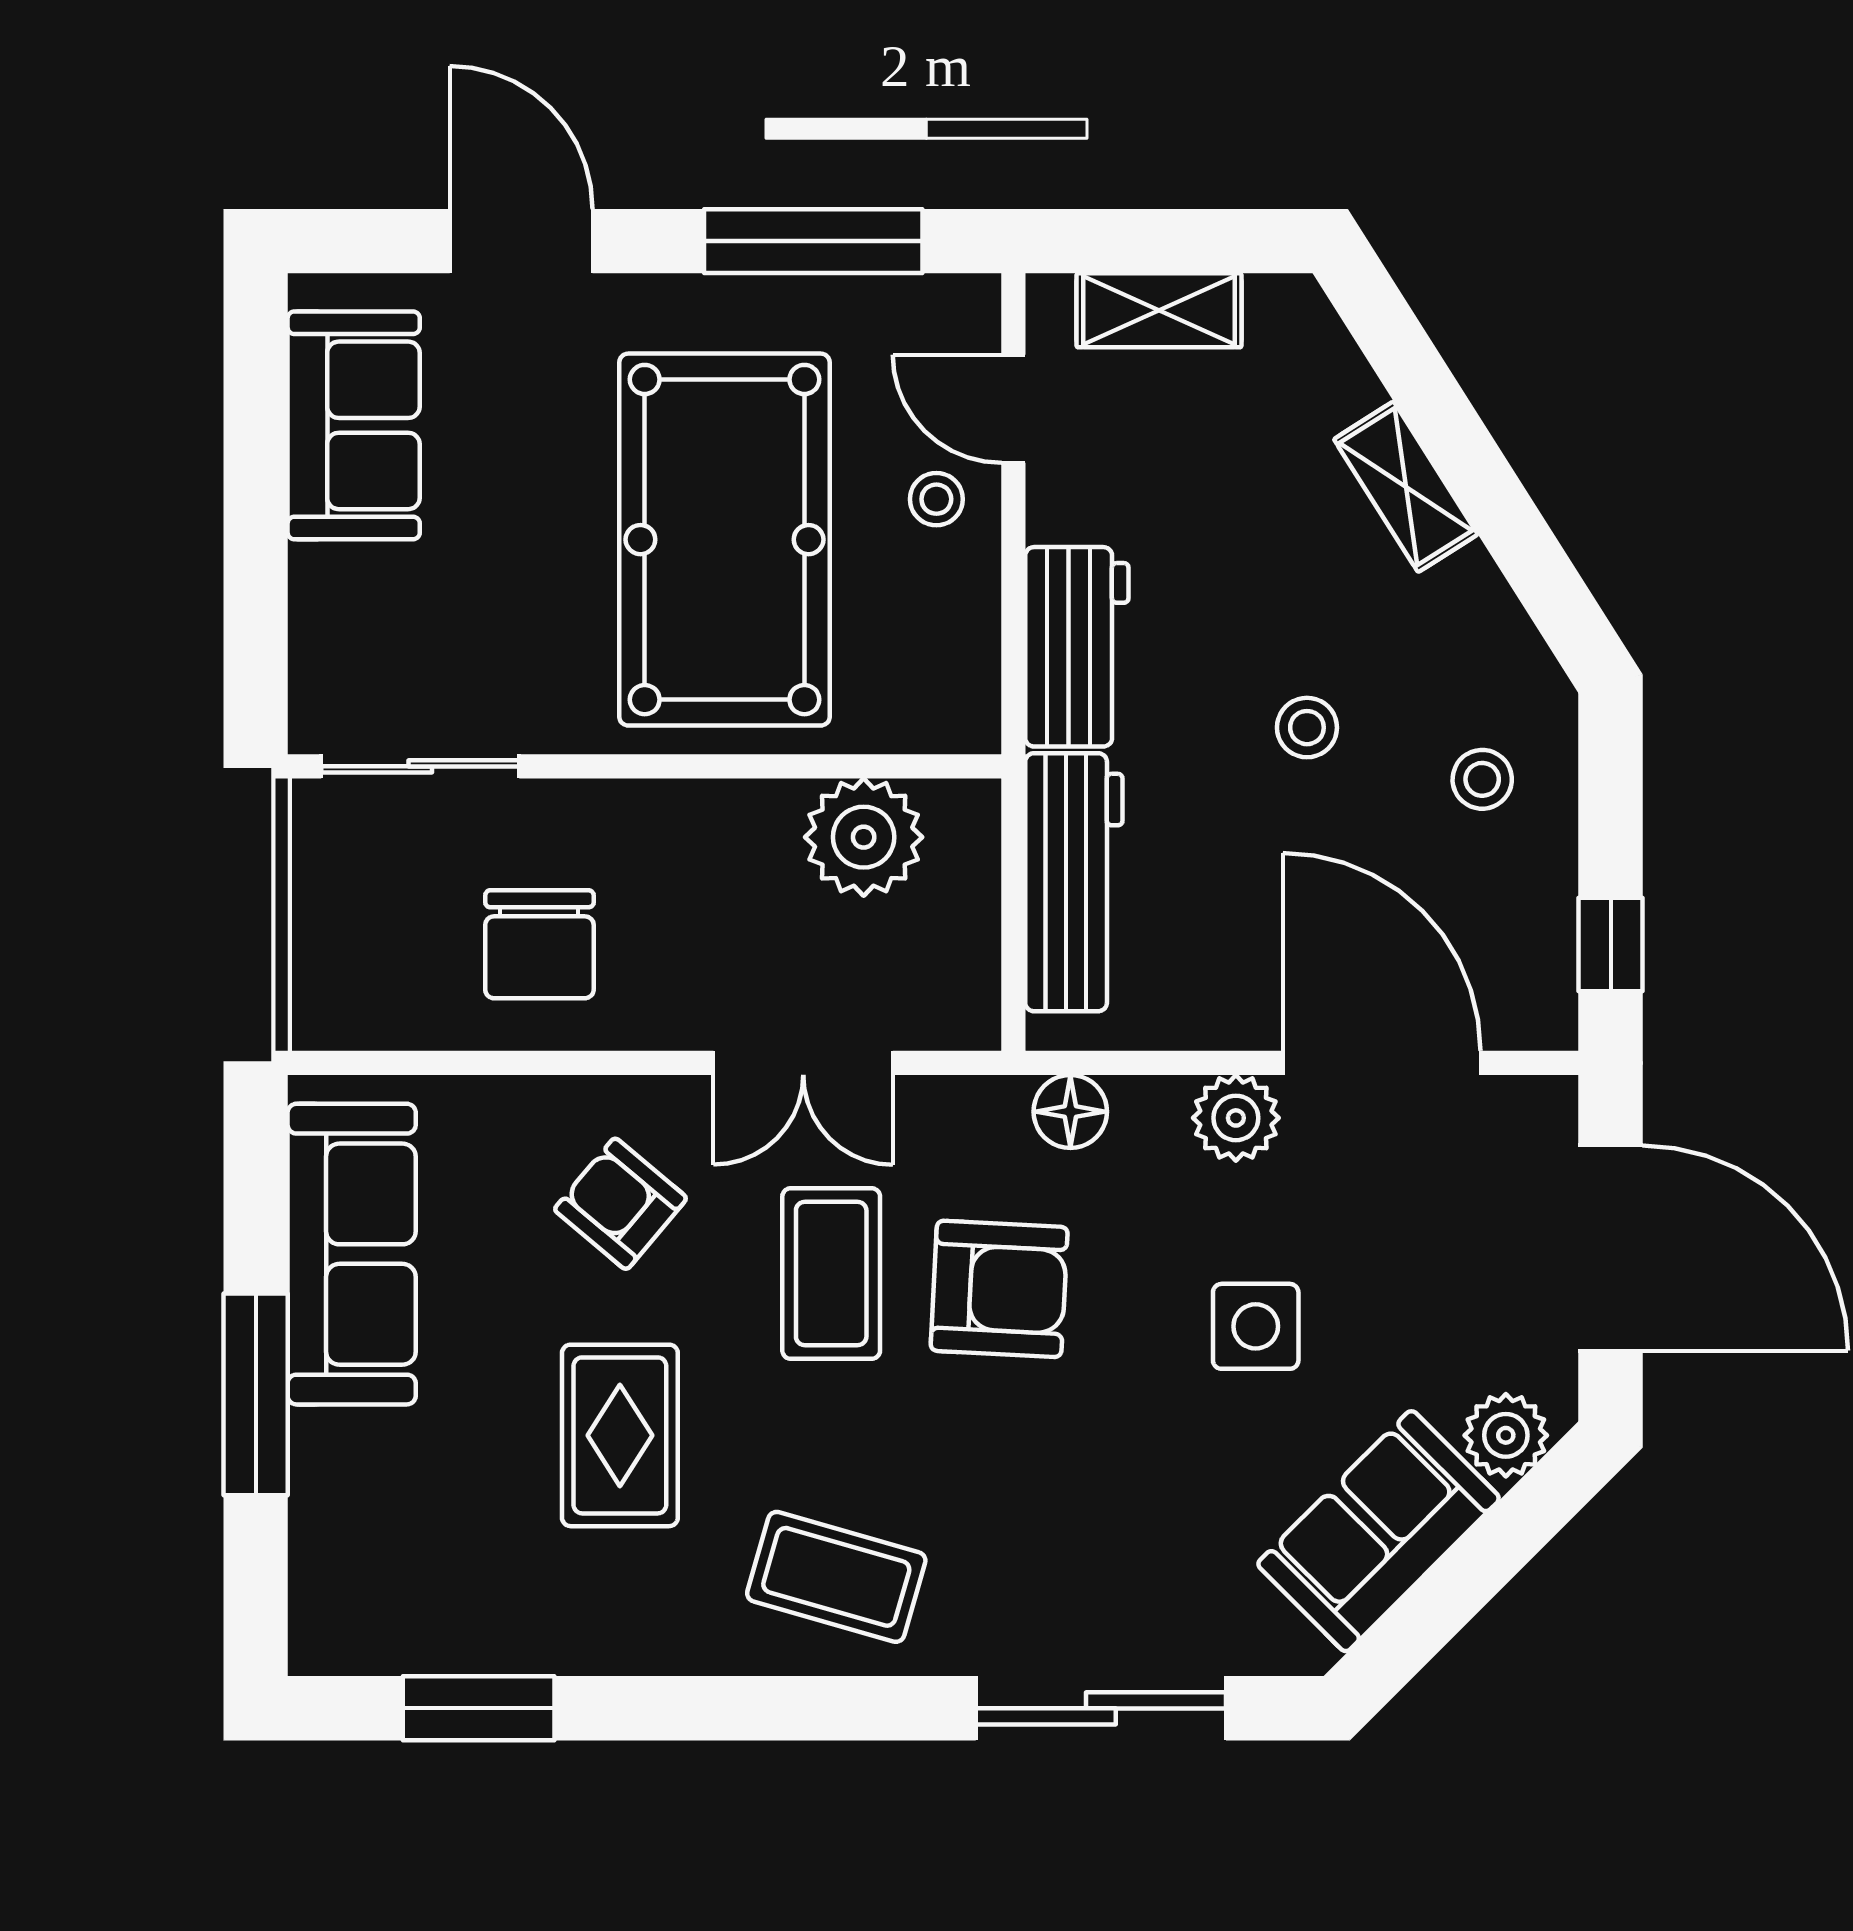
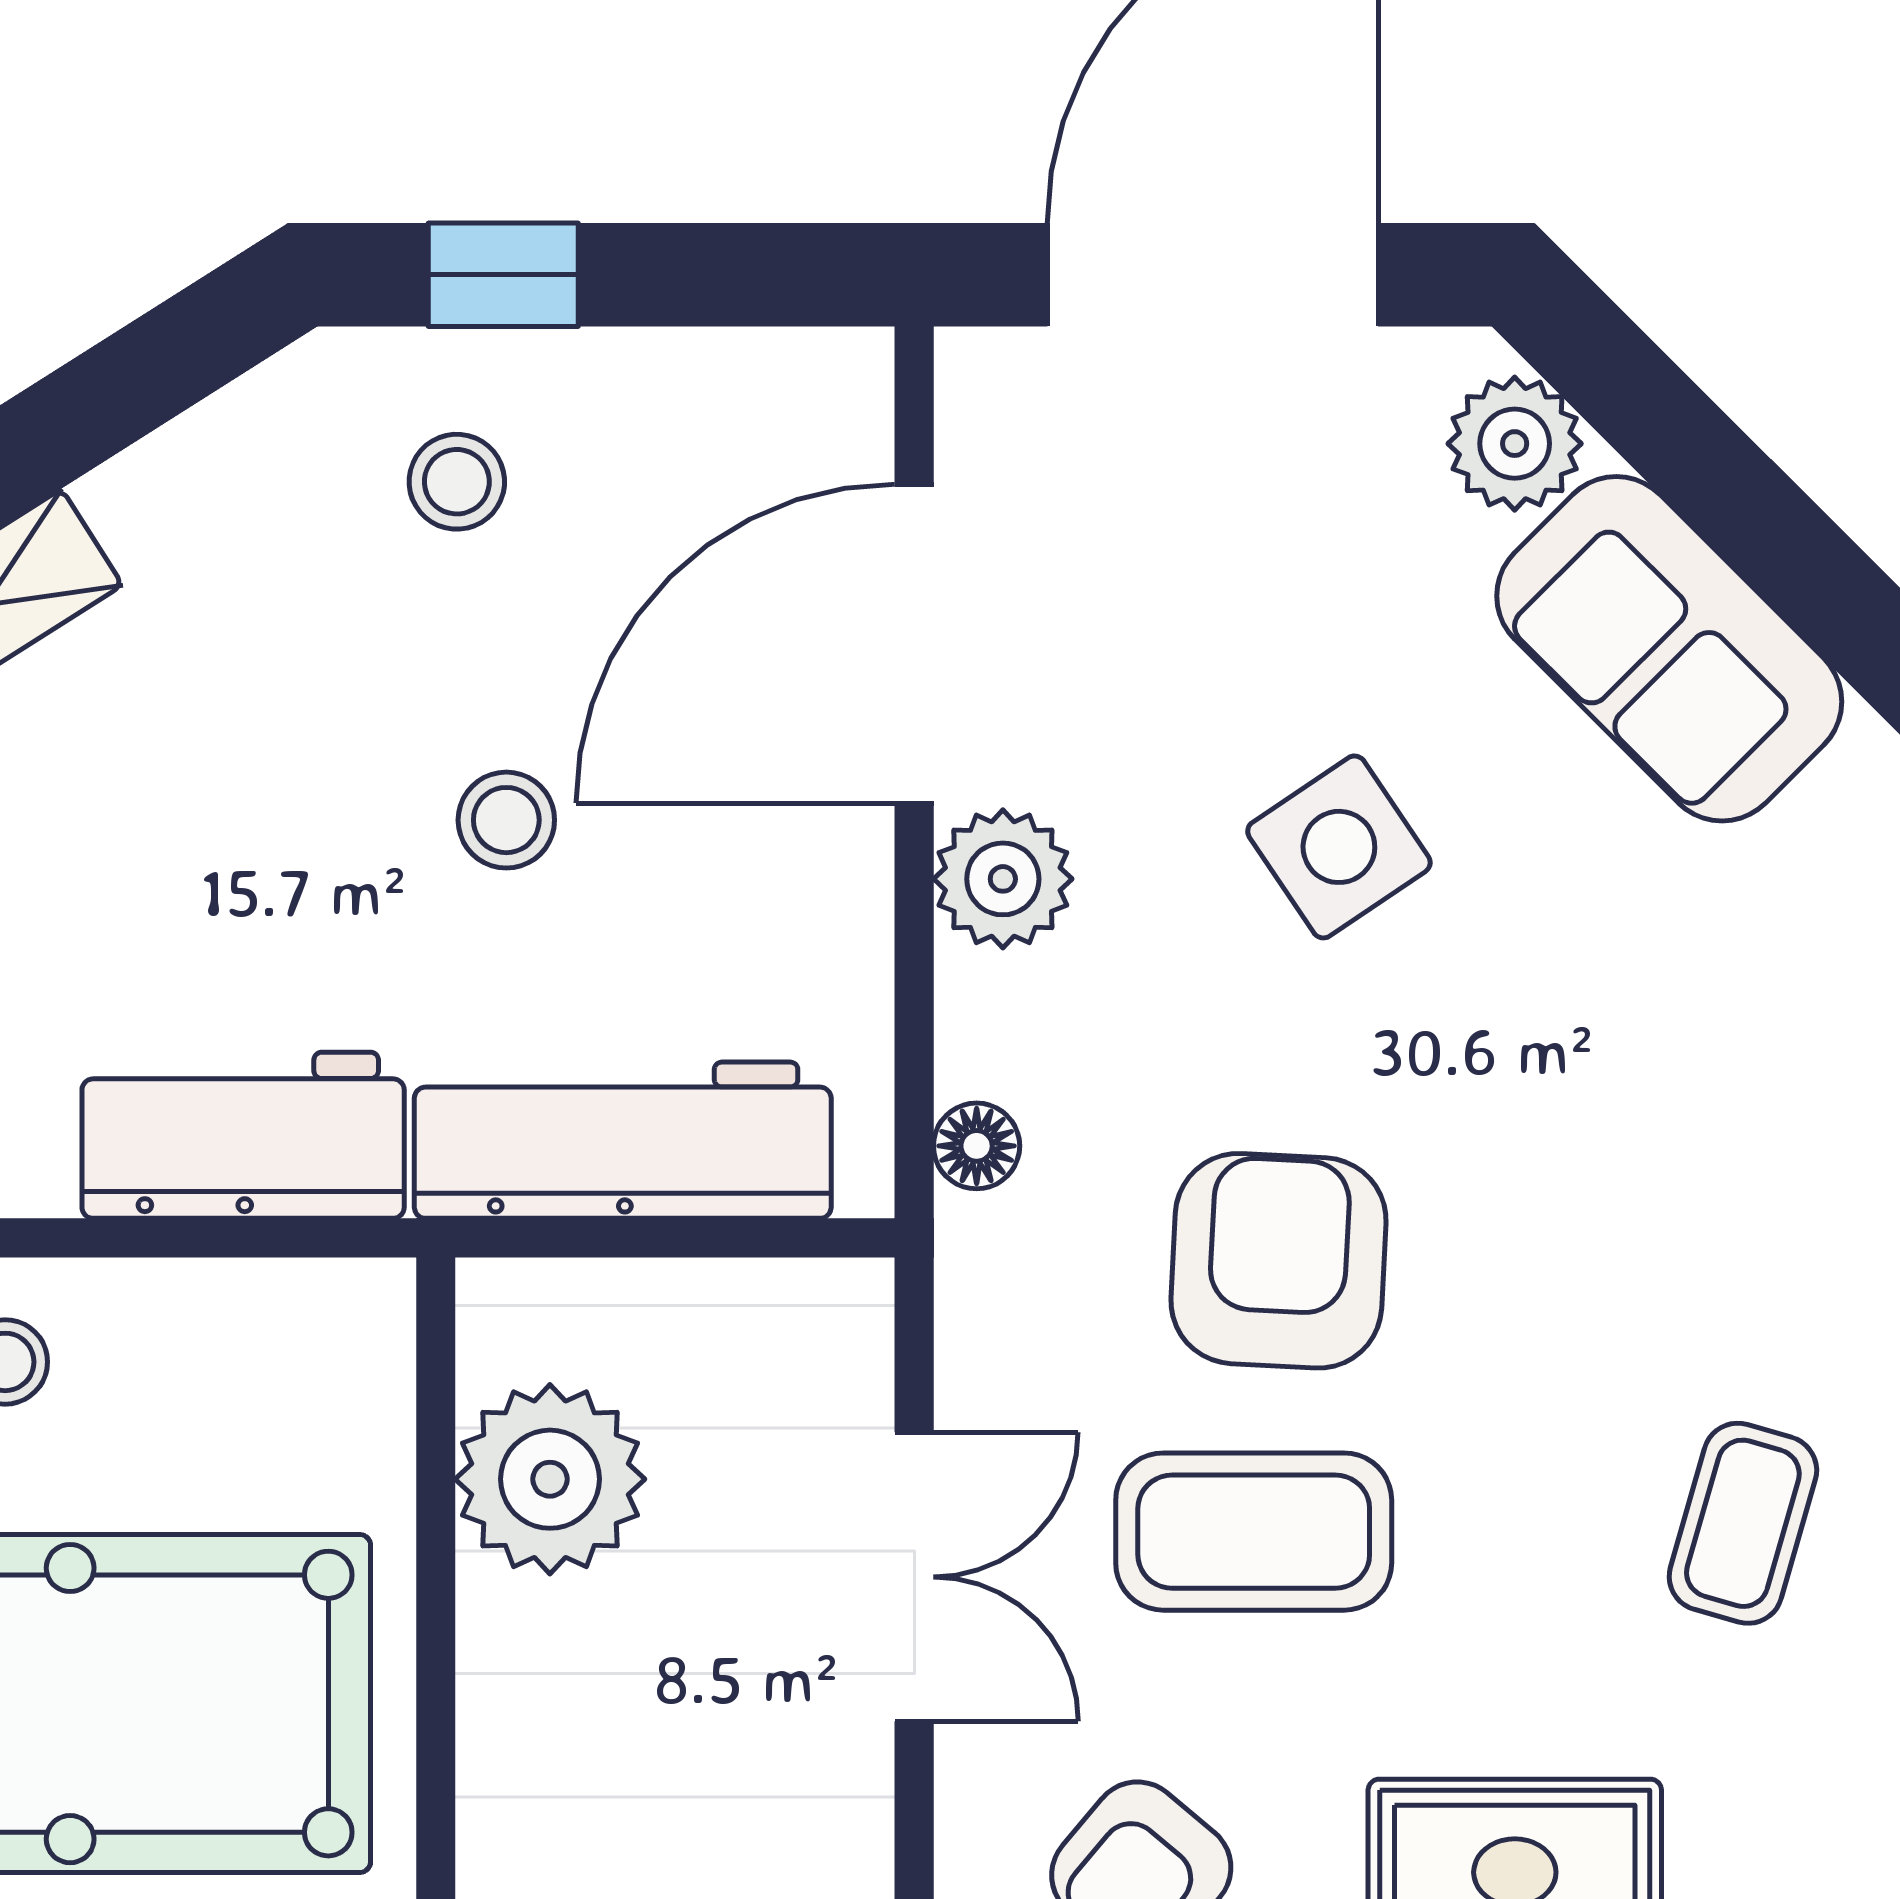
stool: (1307, 728) -> (506, 820), moved
window: (1611, 944) -> (503, 275), moved
floor lamp: (1070, 1112) -> (977, 1146), width x0.73, depth x0.73
side table: (1256, 1326) -> (1339, 847), turned -34
coffee table: (836, 1577) -> (1743, 1523), width x0.73, depth x0.77

